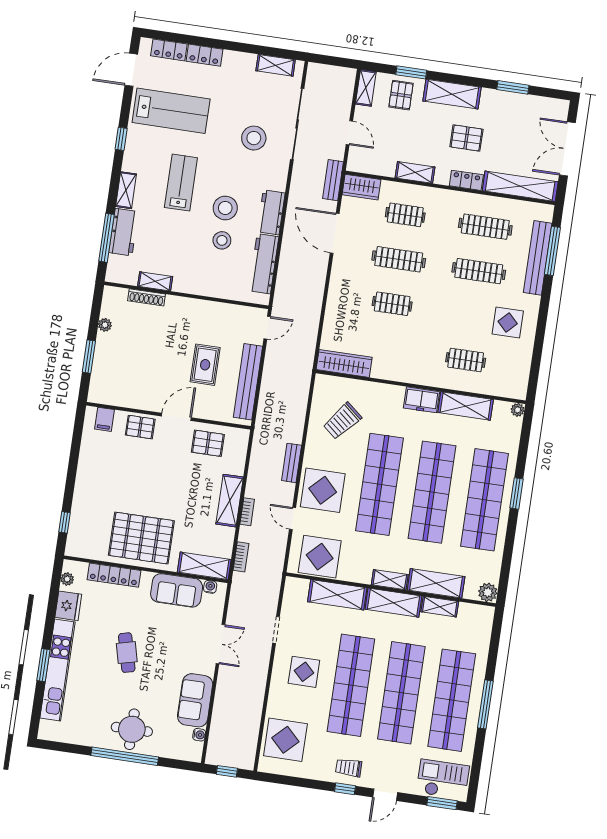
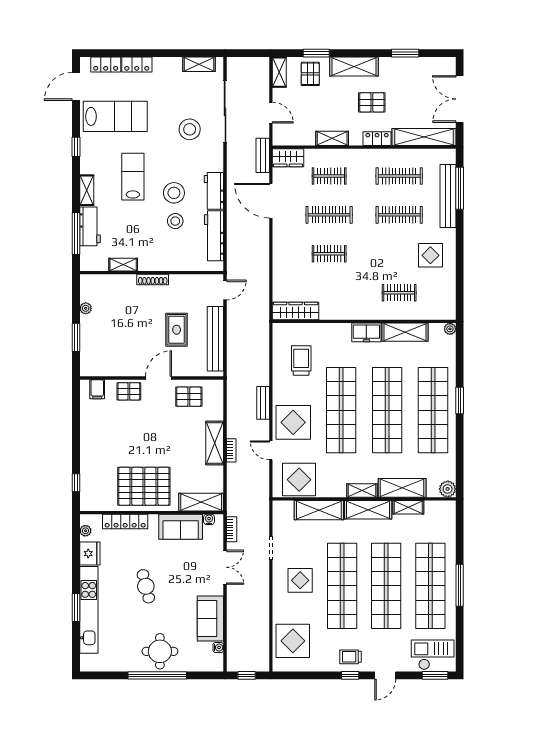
shoe rack: (147, 297) -> (153, 279), moved
trolley: (342, 421) -> (301, 361), turned 140
bookcase: (241, 557) -> (232, 529), moved

